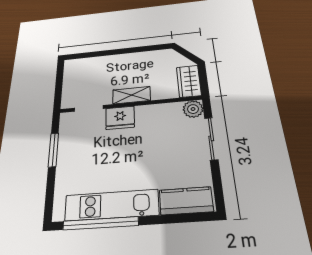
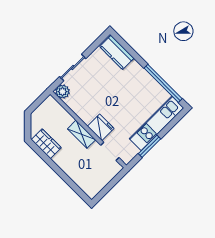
wardrobe: (189, 81) -> (46, 144), moved, turned -90
kitchen unit: (111, 205) -> (156, 123), moved, turned 90

